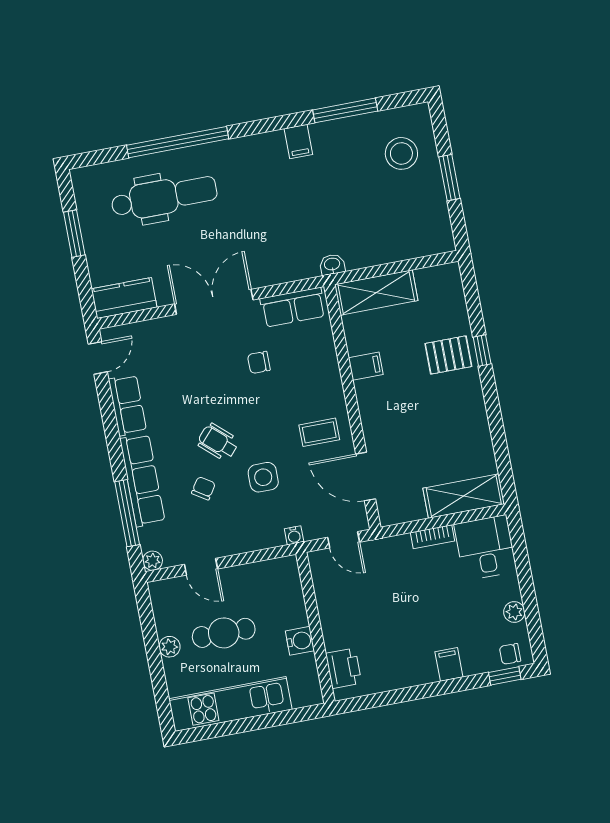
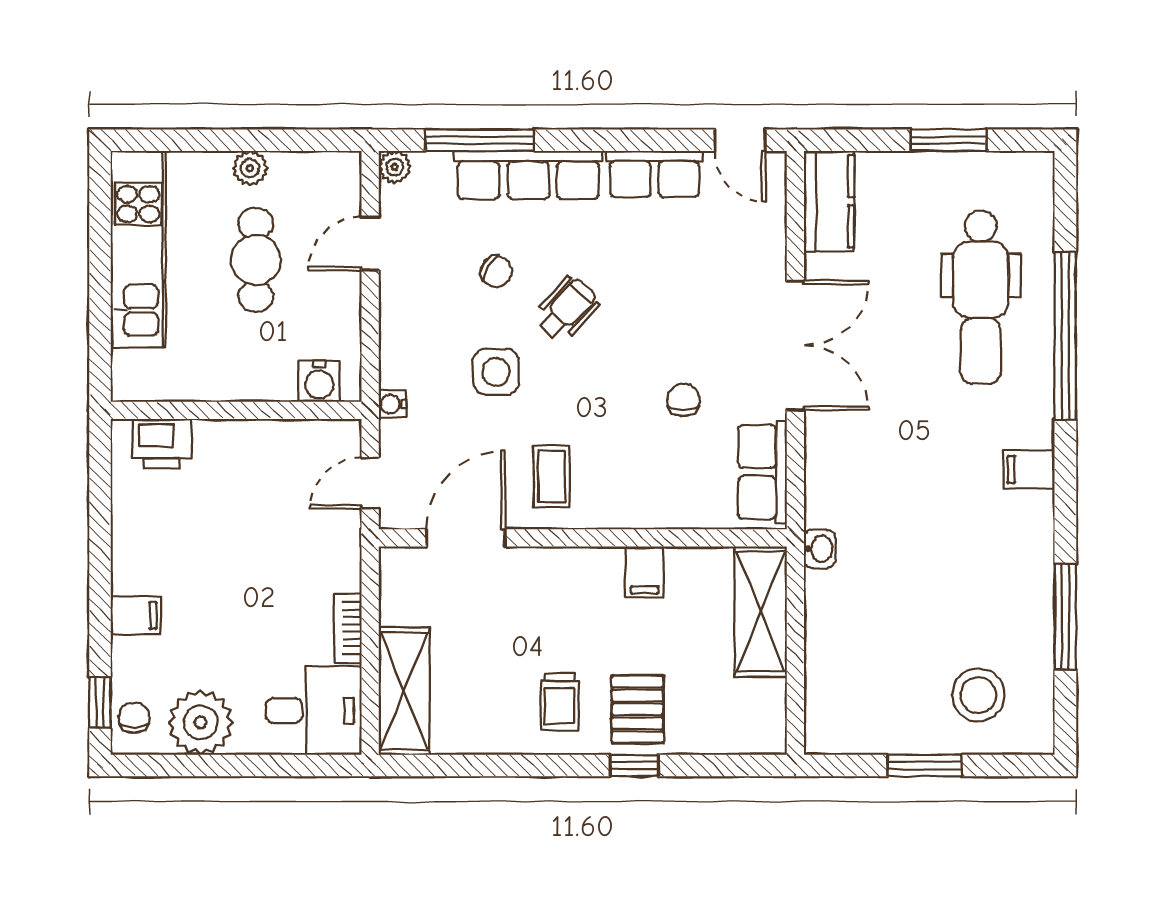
filing cabinet: (298, 142) -> (1029, 469), moved
trolley: (452, 402) -> (560, 702), added
plant: (514, 612) -> (201, 722), width x1.88, depth x1.88
water cooler: (300, 641) -> (319, 381), moved

